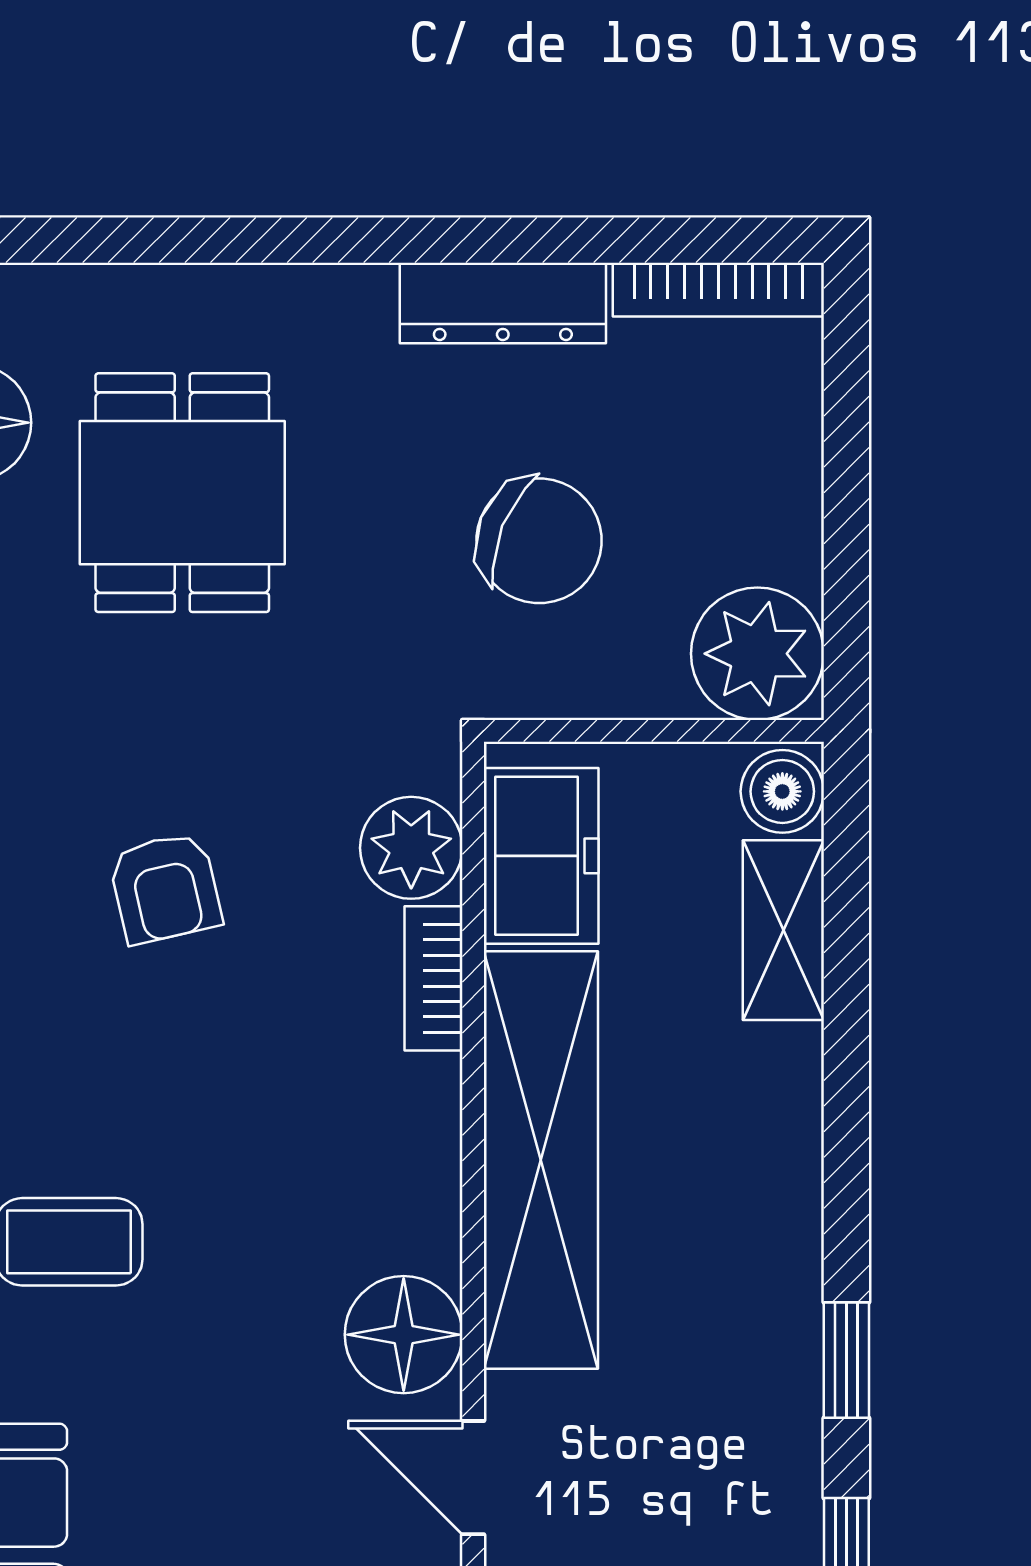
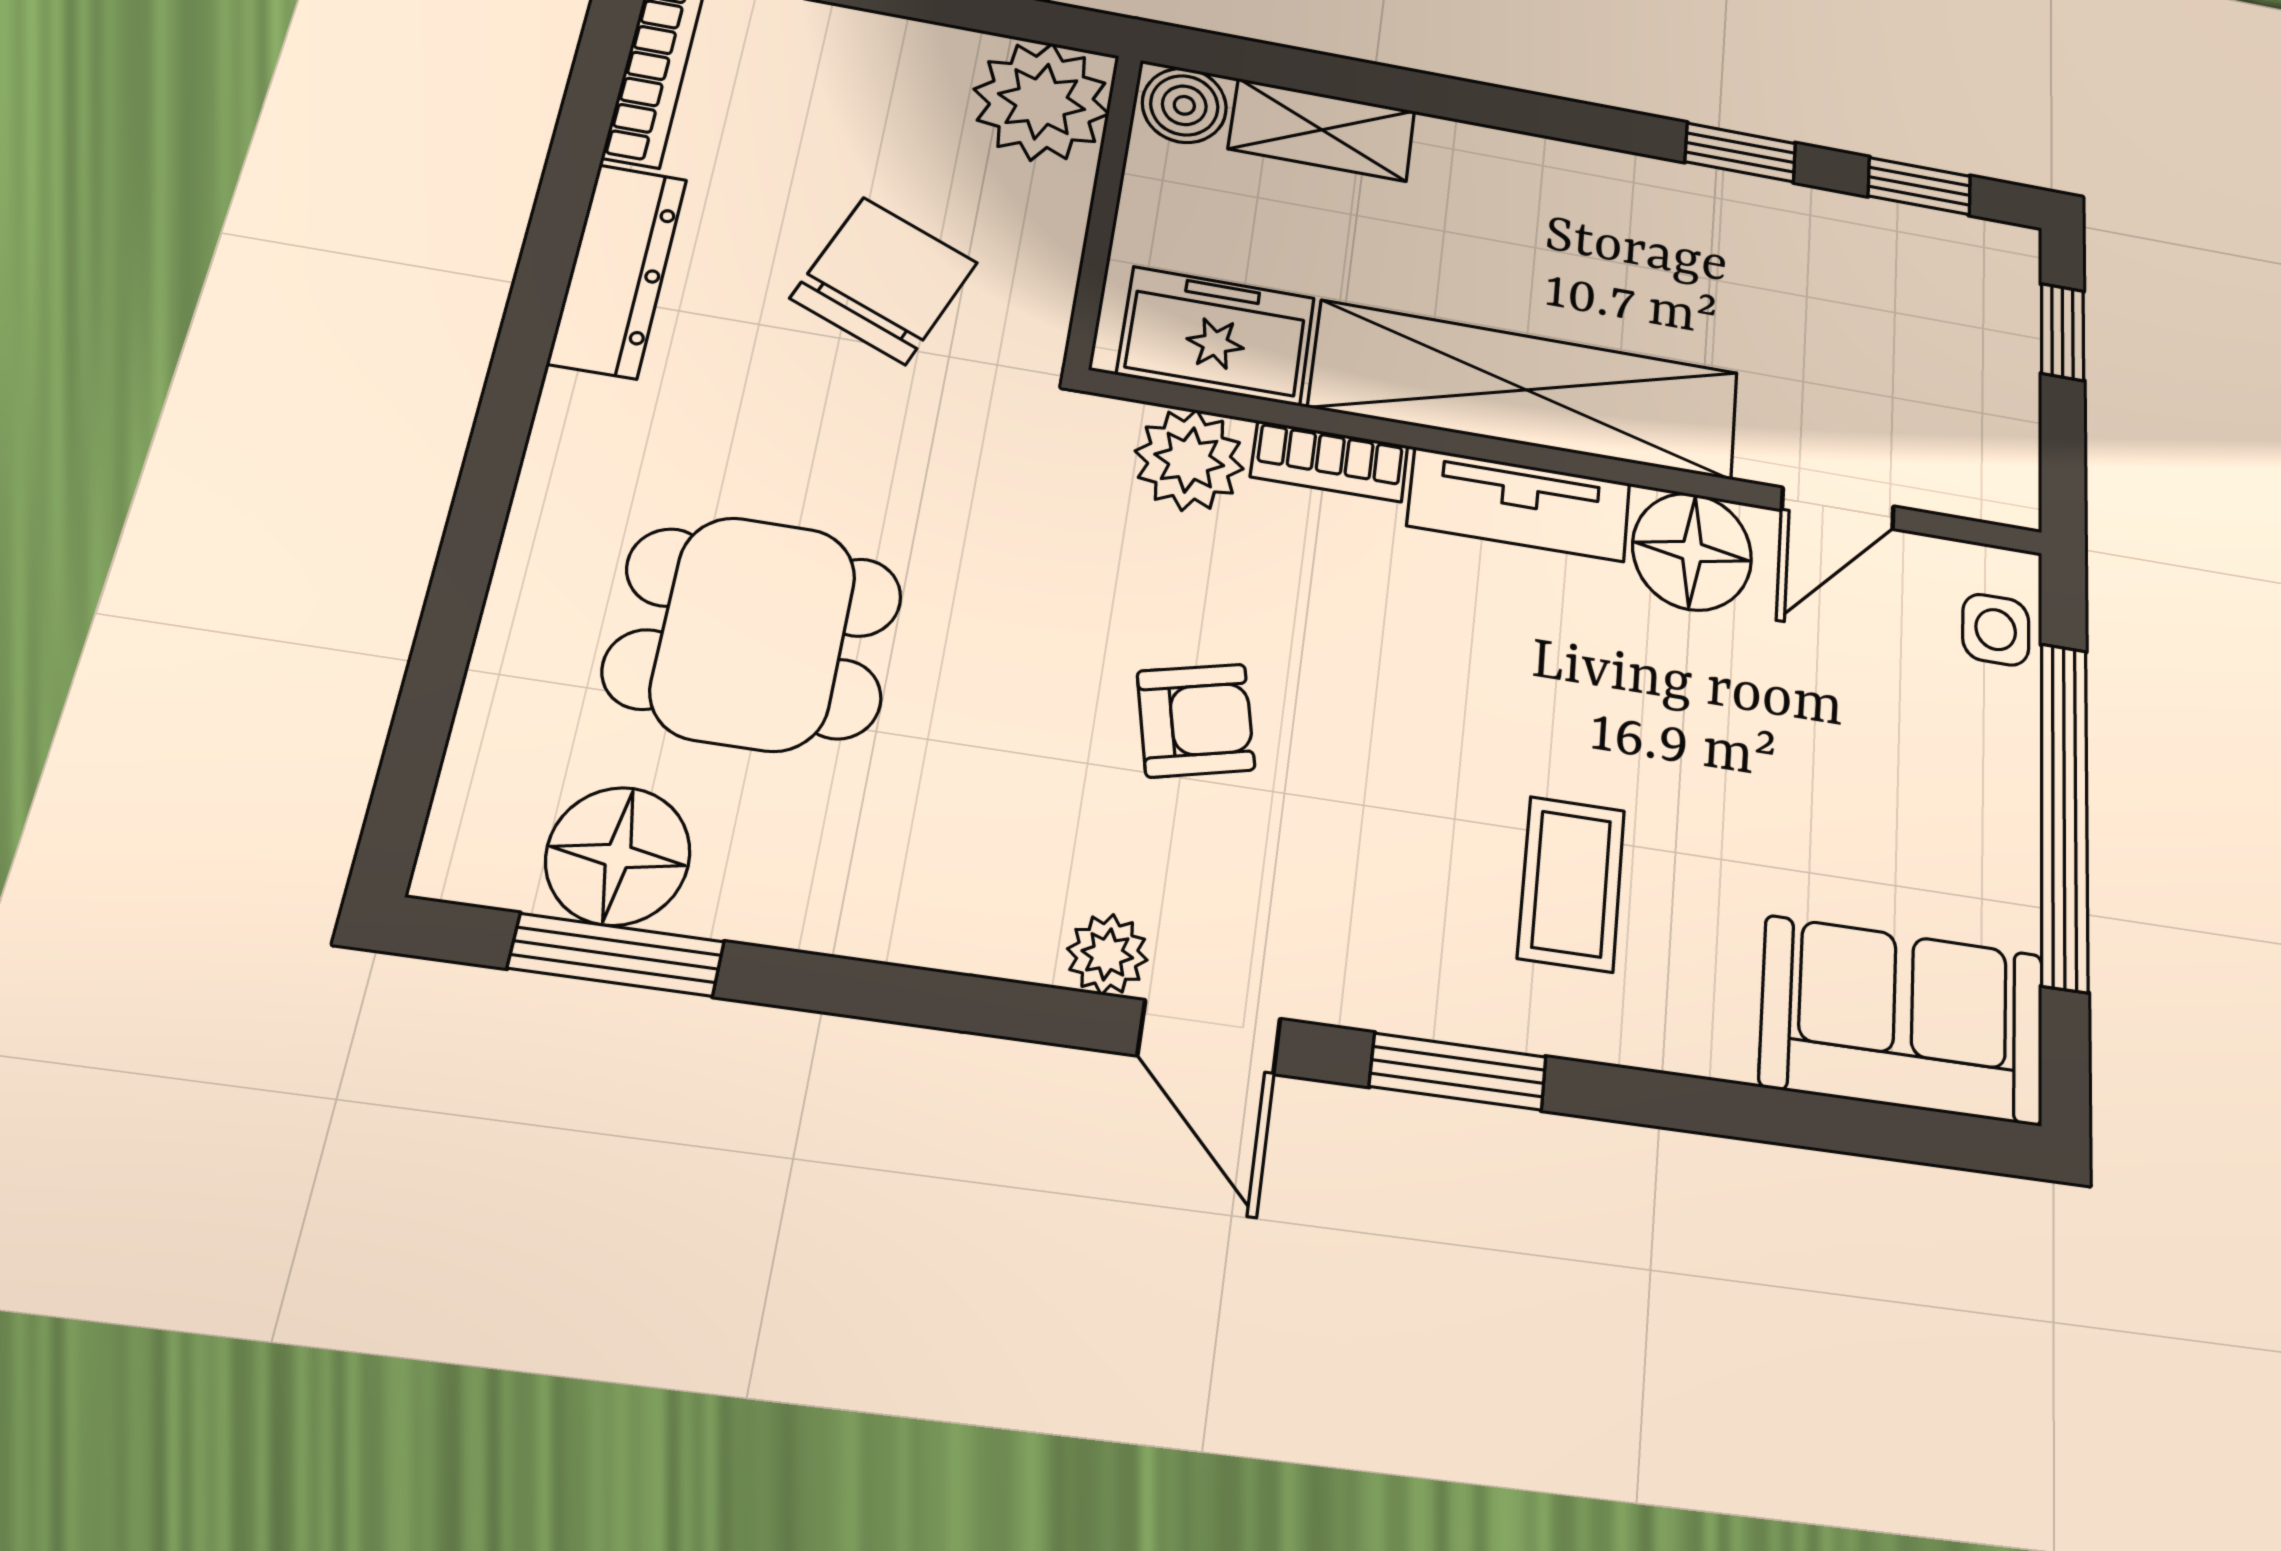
tv unit: (422, 1163) -> (1519, 504), added

